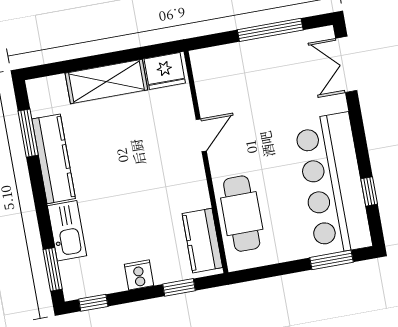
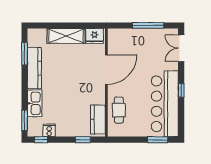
door: (201, 135) -> (106, 70), width x1.88
window: (369, 191) -> (181, 90), moved
cafe table: (242, 214) -> (119, 110), width x0.73, depth x0.74
cooker: (139, 275) -> (49, 130), moved

